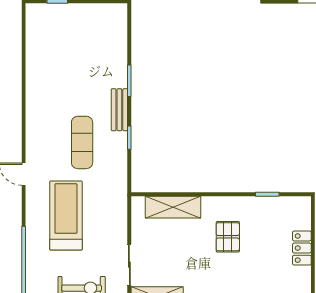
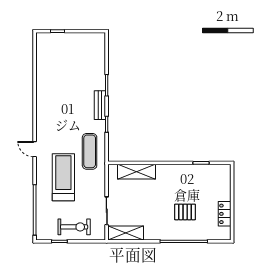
exercise mat: (82, 142) -> (90, 151), moved
pallet: (228, 237) -> (185, 212), moved, turned 90
locker: (302, 248) -> (225, 214), moved

